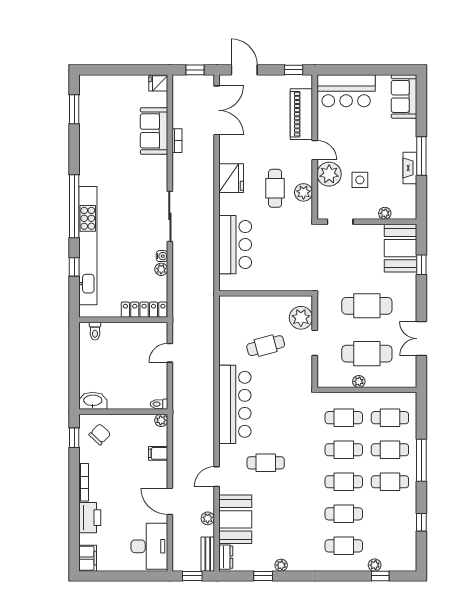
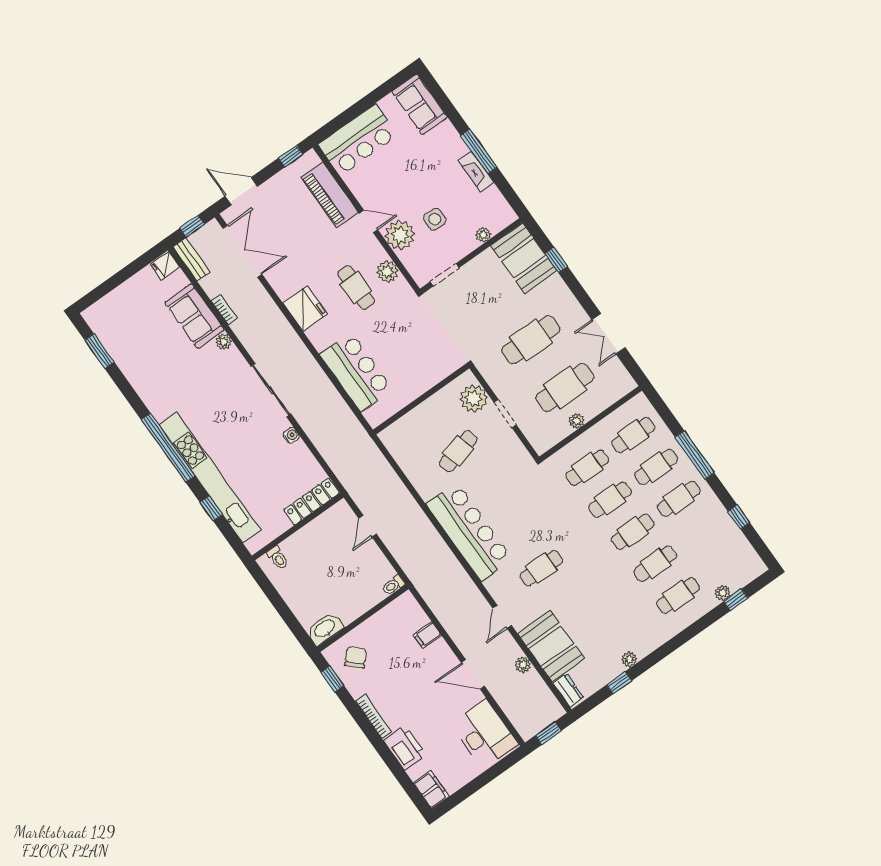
plant: (161, 269) -> (224, 342), moved
plant: (161, 420) -> (407, 600), removed
bench: (208, 554) -> (191, 259), moved

